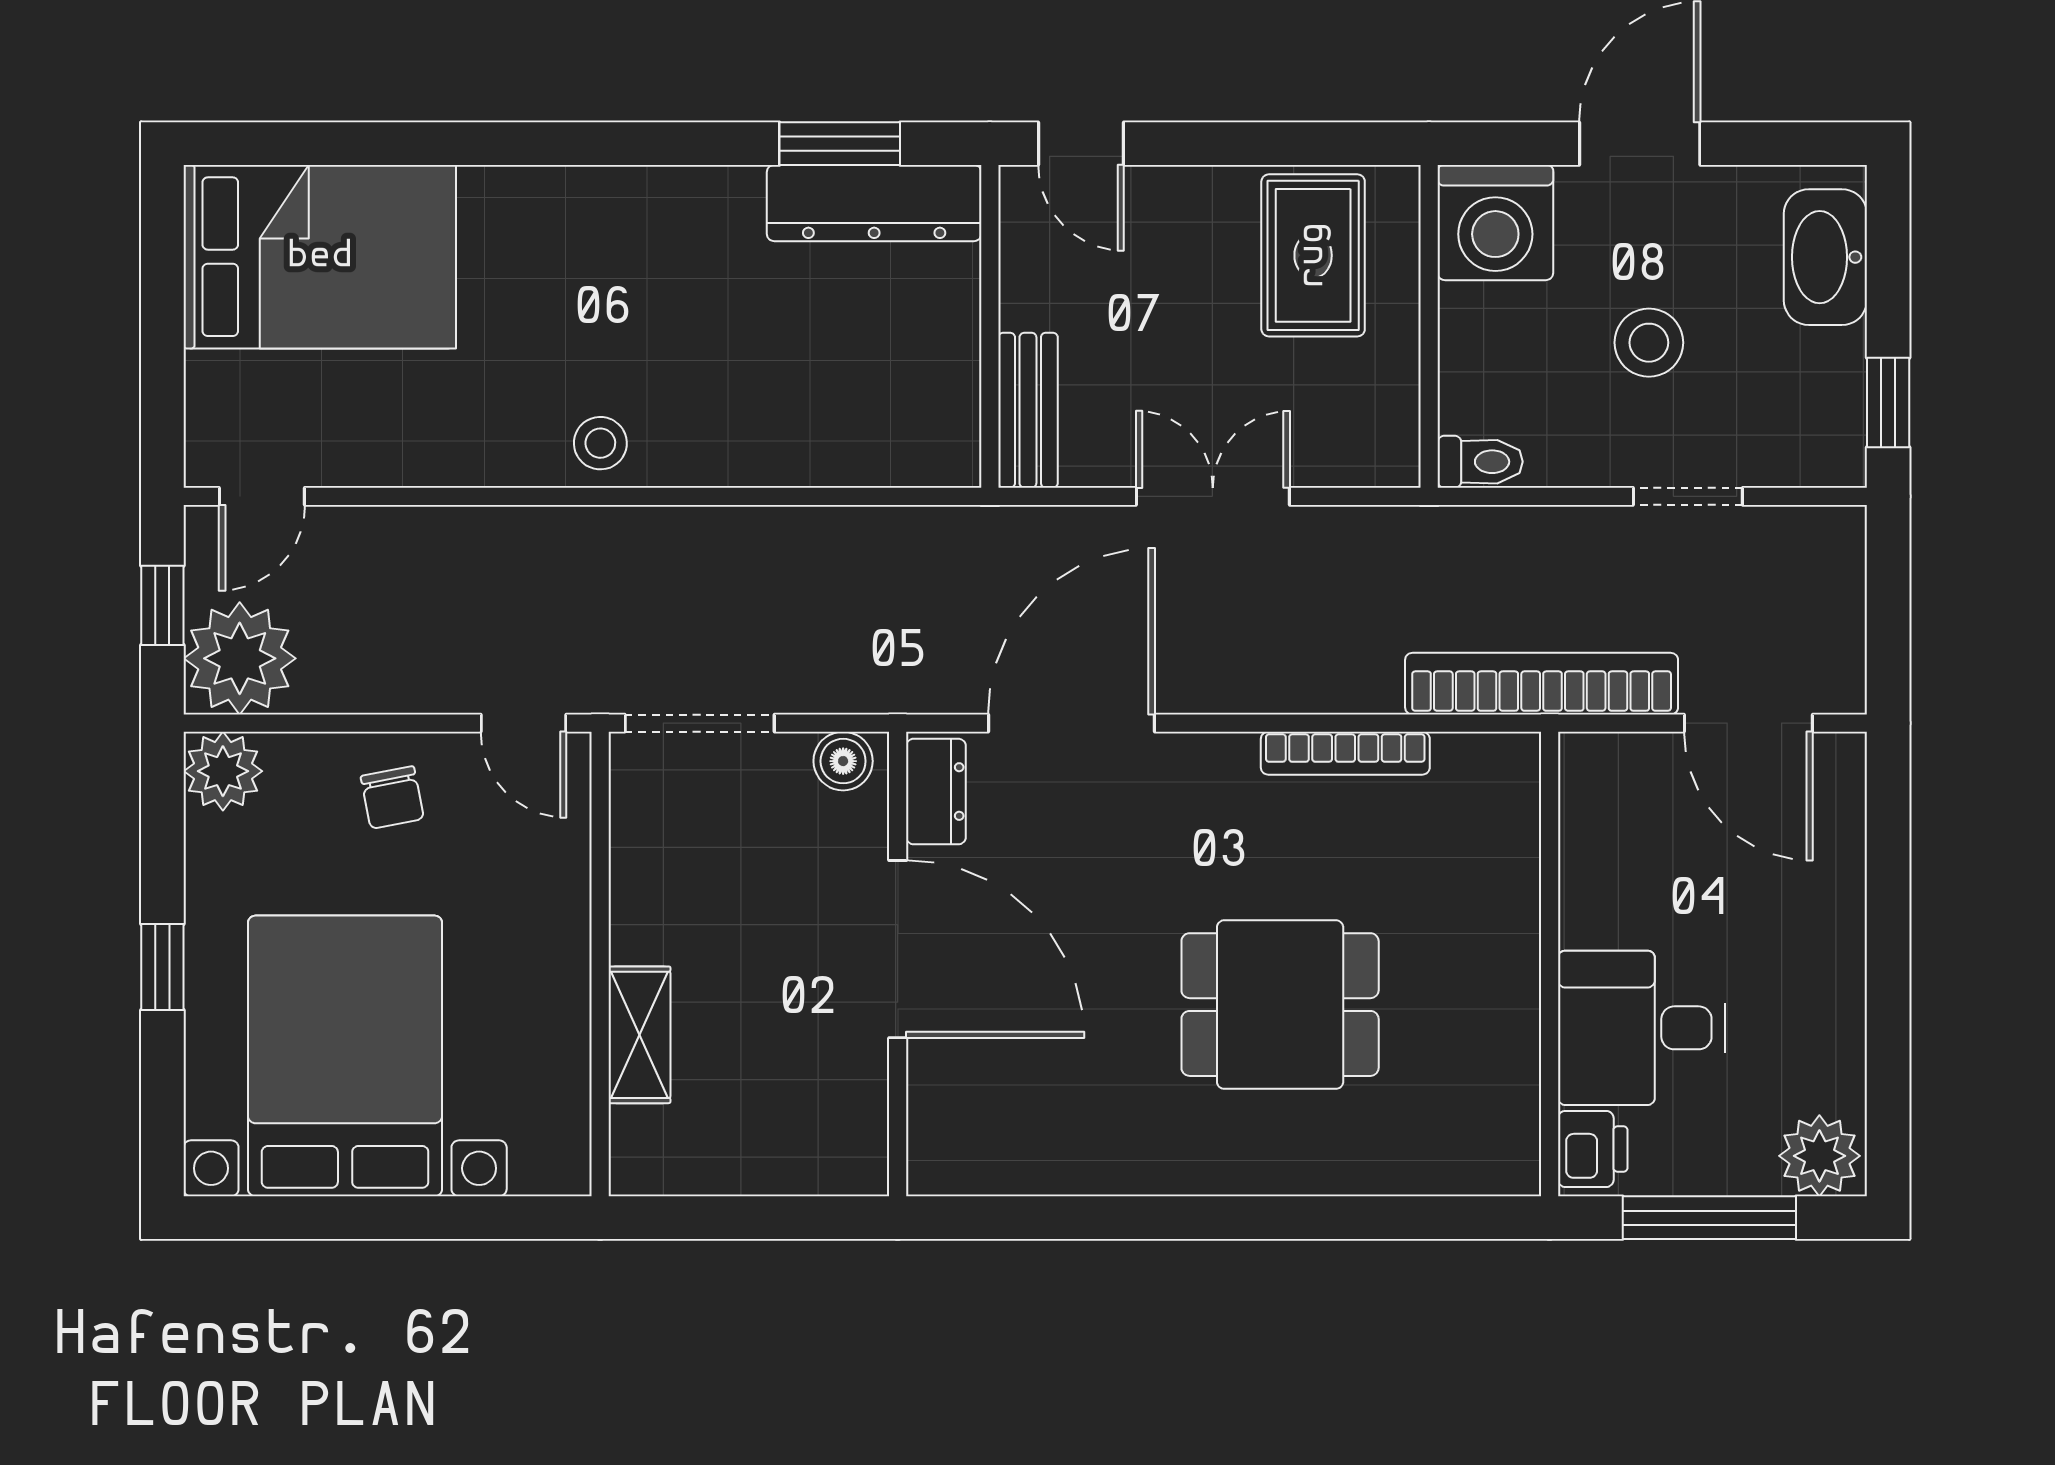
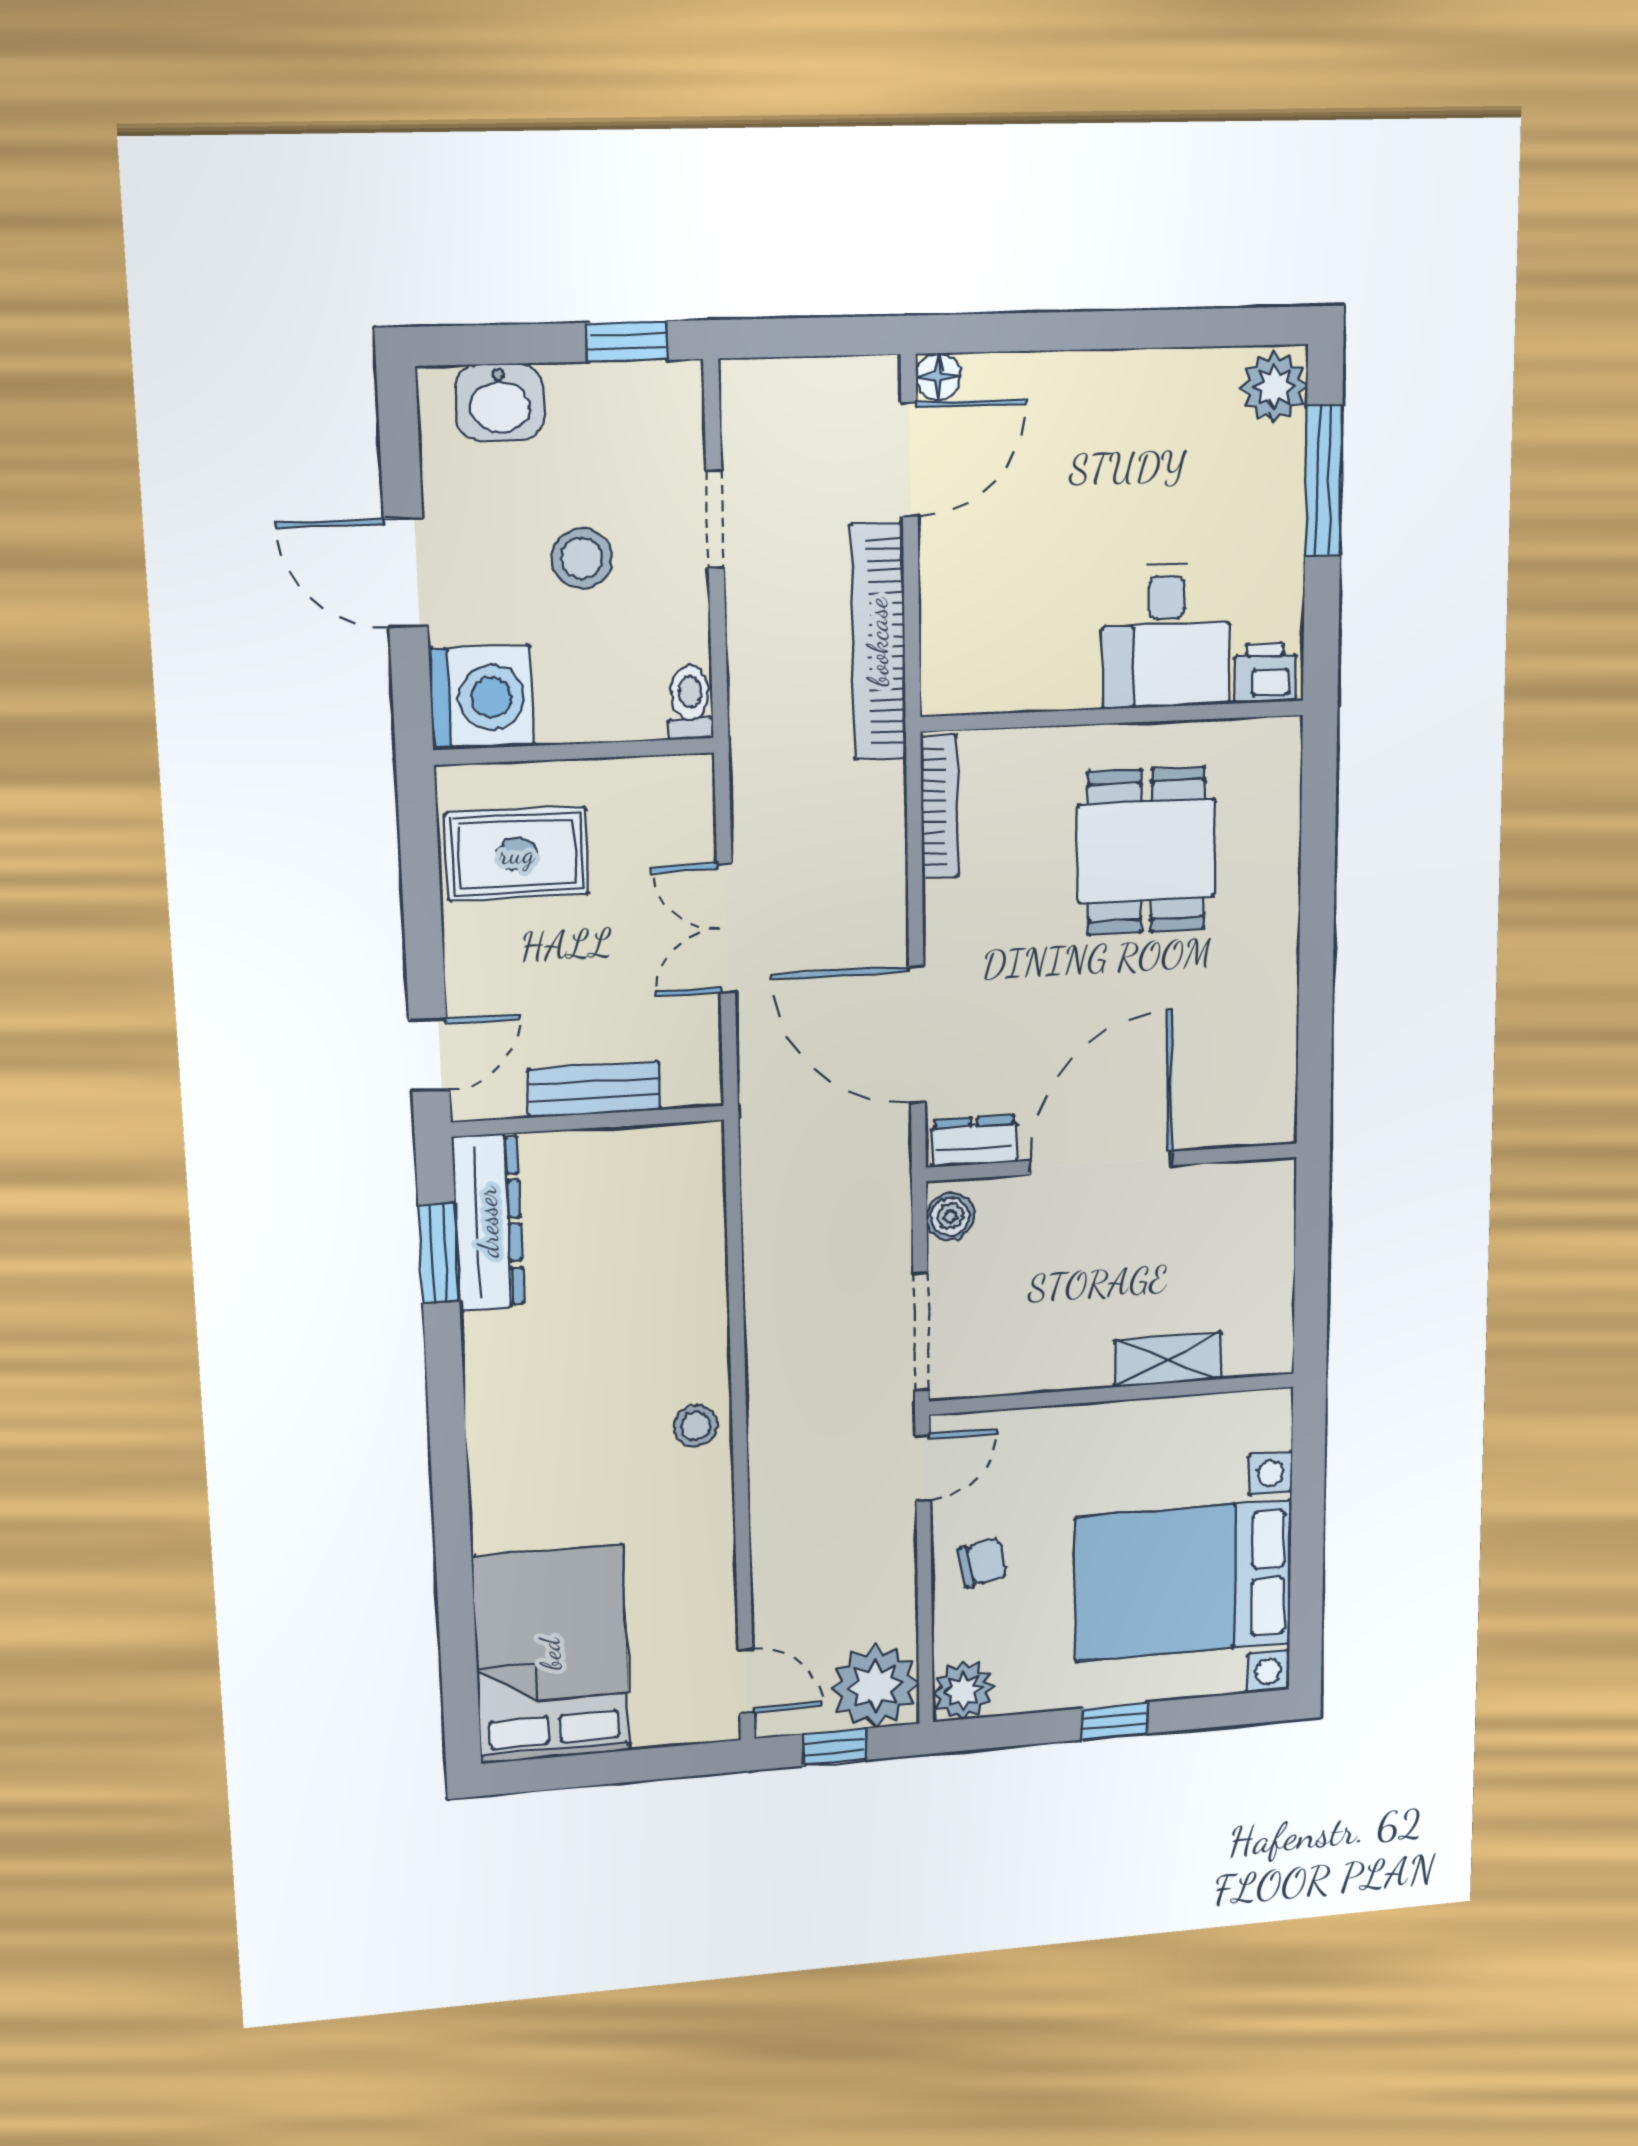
washbasin: (1825, 257) -> (500, 402), width x0.72
bench: (1028, 410) -> (594, 1089), moved
floor lamp: (1841, 758) -> (938, 377), added
wall: (1550, 964) -> (1113, 716), moved
desk: (1641, 1028) -> (1166, 636), moved
printer: (1593, 1149) -> (1265, 673), moved

